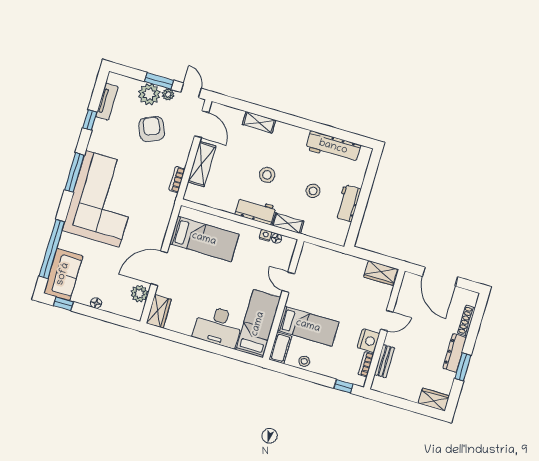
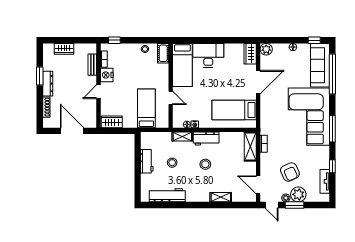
shelving: (202, 164) -> (250, 147), moved
sofa: (63, 274) -> (320, 65), width x1.36
plant: (139, 294) -> (266, 49), moved
bed: (308, 326) -> (146, 108), moved, turned 90
wardrobe: (434, 400) -> (64, 49), moved

